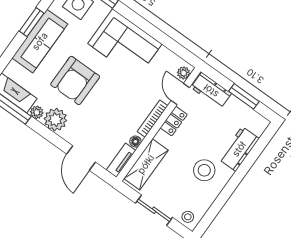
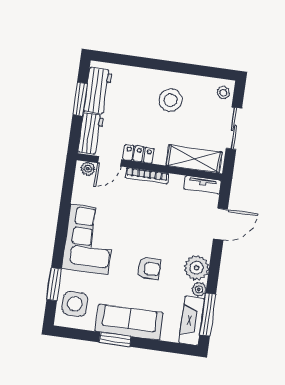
armchair: (75, 80) -> (149, 269), width x0.53, depth x0.53
floor lamp: (135, 141) -> (177, 180), removed
workbench: (239, 149) -> (98, 91), moved, turned -90

